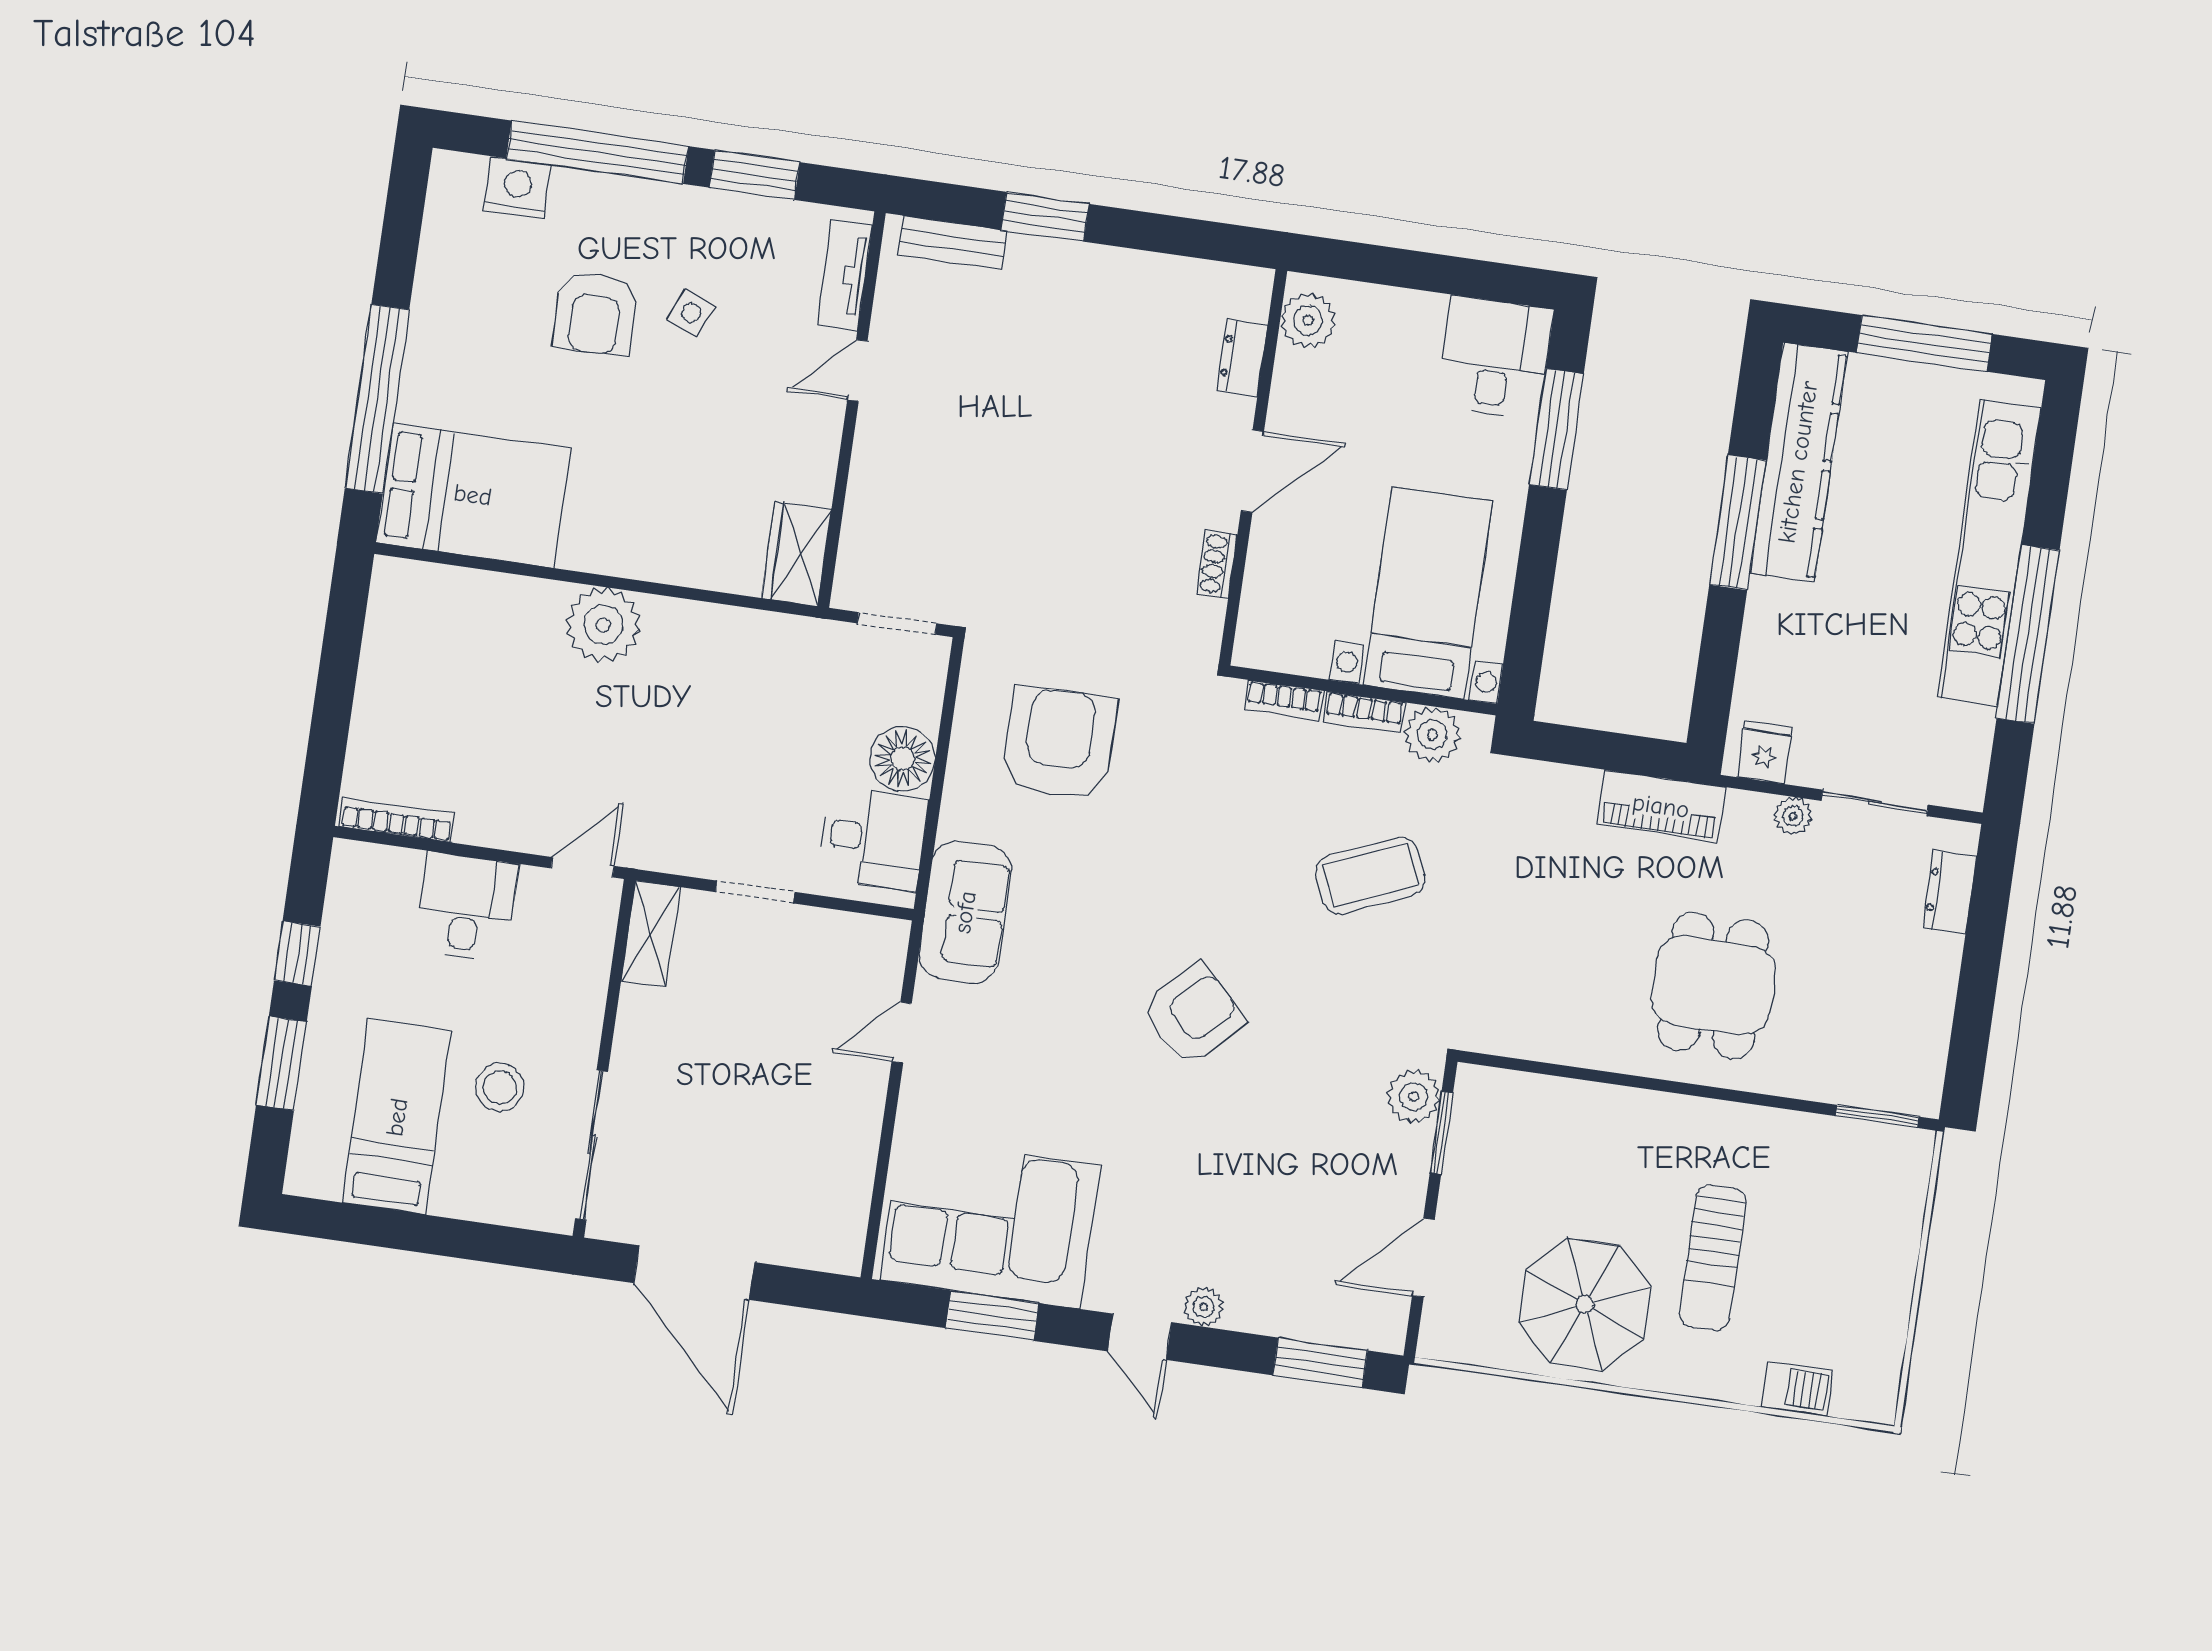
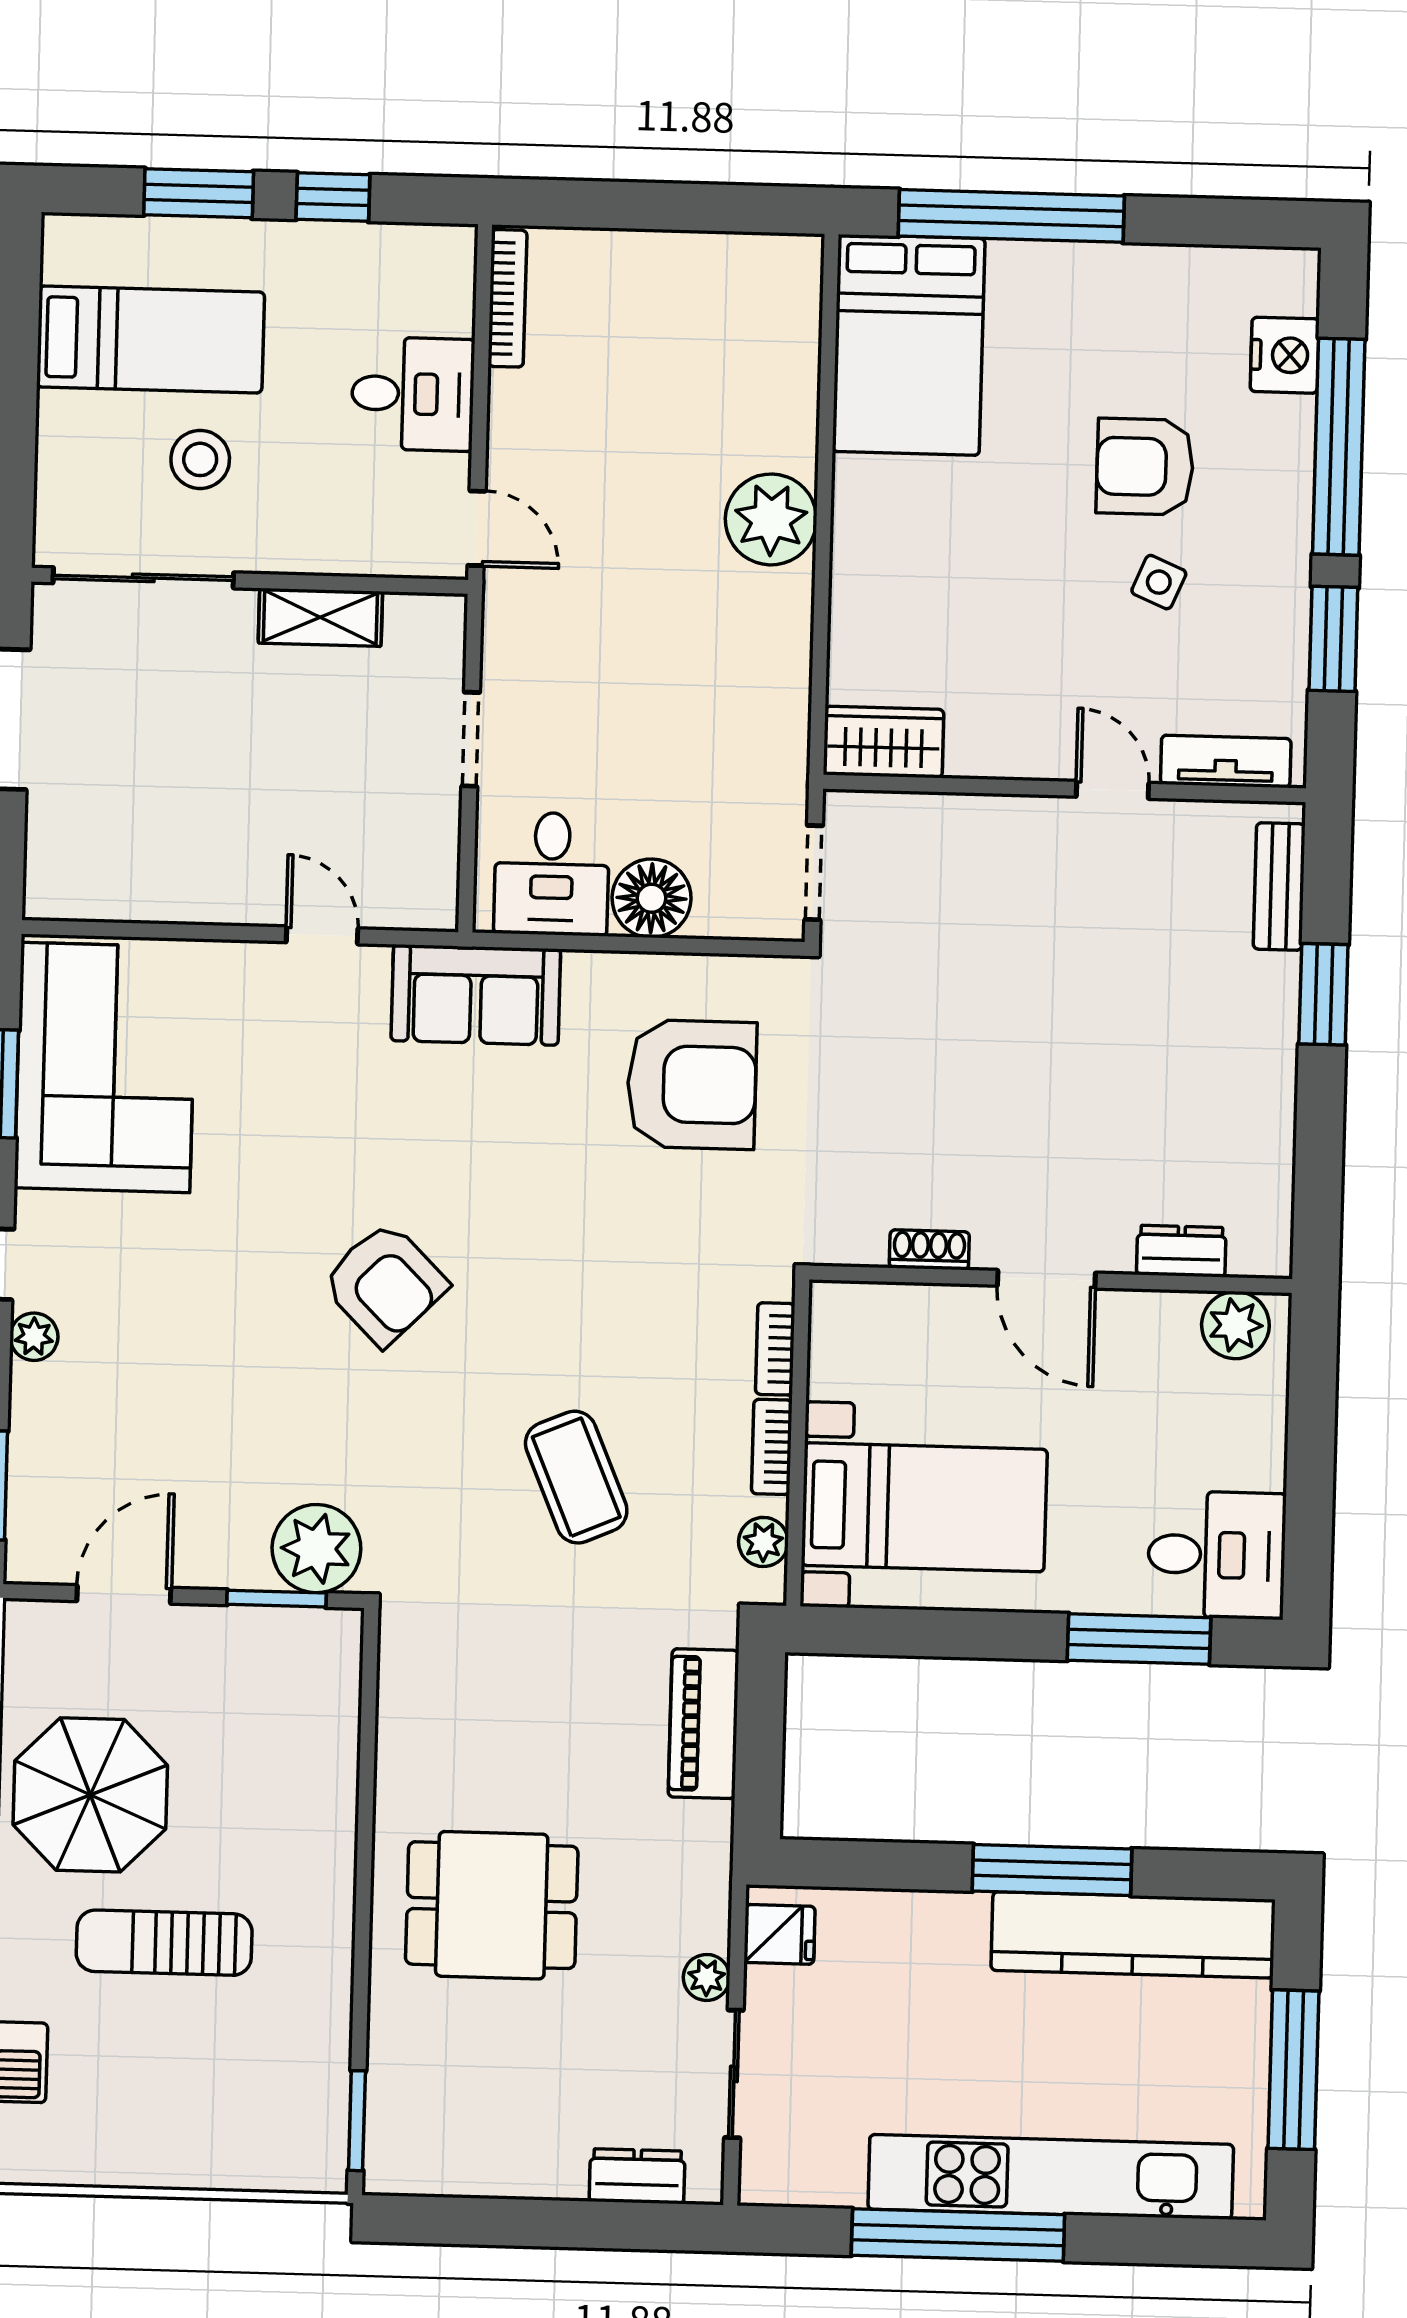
plant: (1432, 735) -> (763, 1542), width x0.73, depth x0.73
piano: (1661, 806) -> (704, 1724), moved
shelving: (651, 934) -> (320, 617), moved
plant: (1414, 1097) -> (316, 1549), width x1.36, depth x1.36
door: (1423, 1258) -> (124, 1594), hinge flipped

